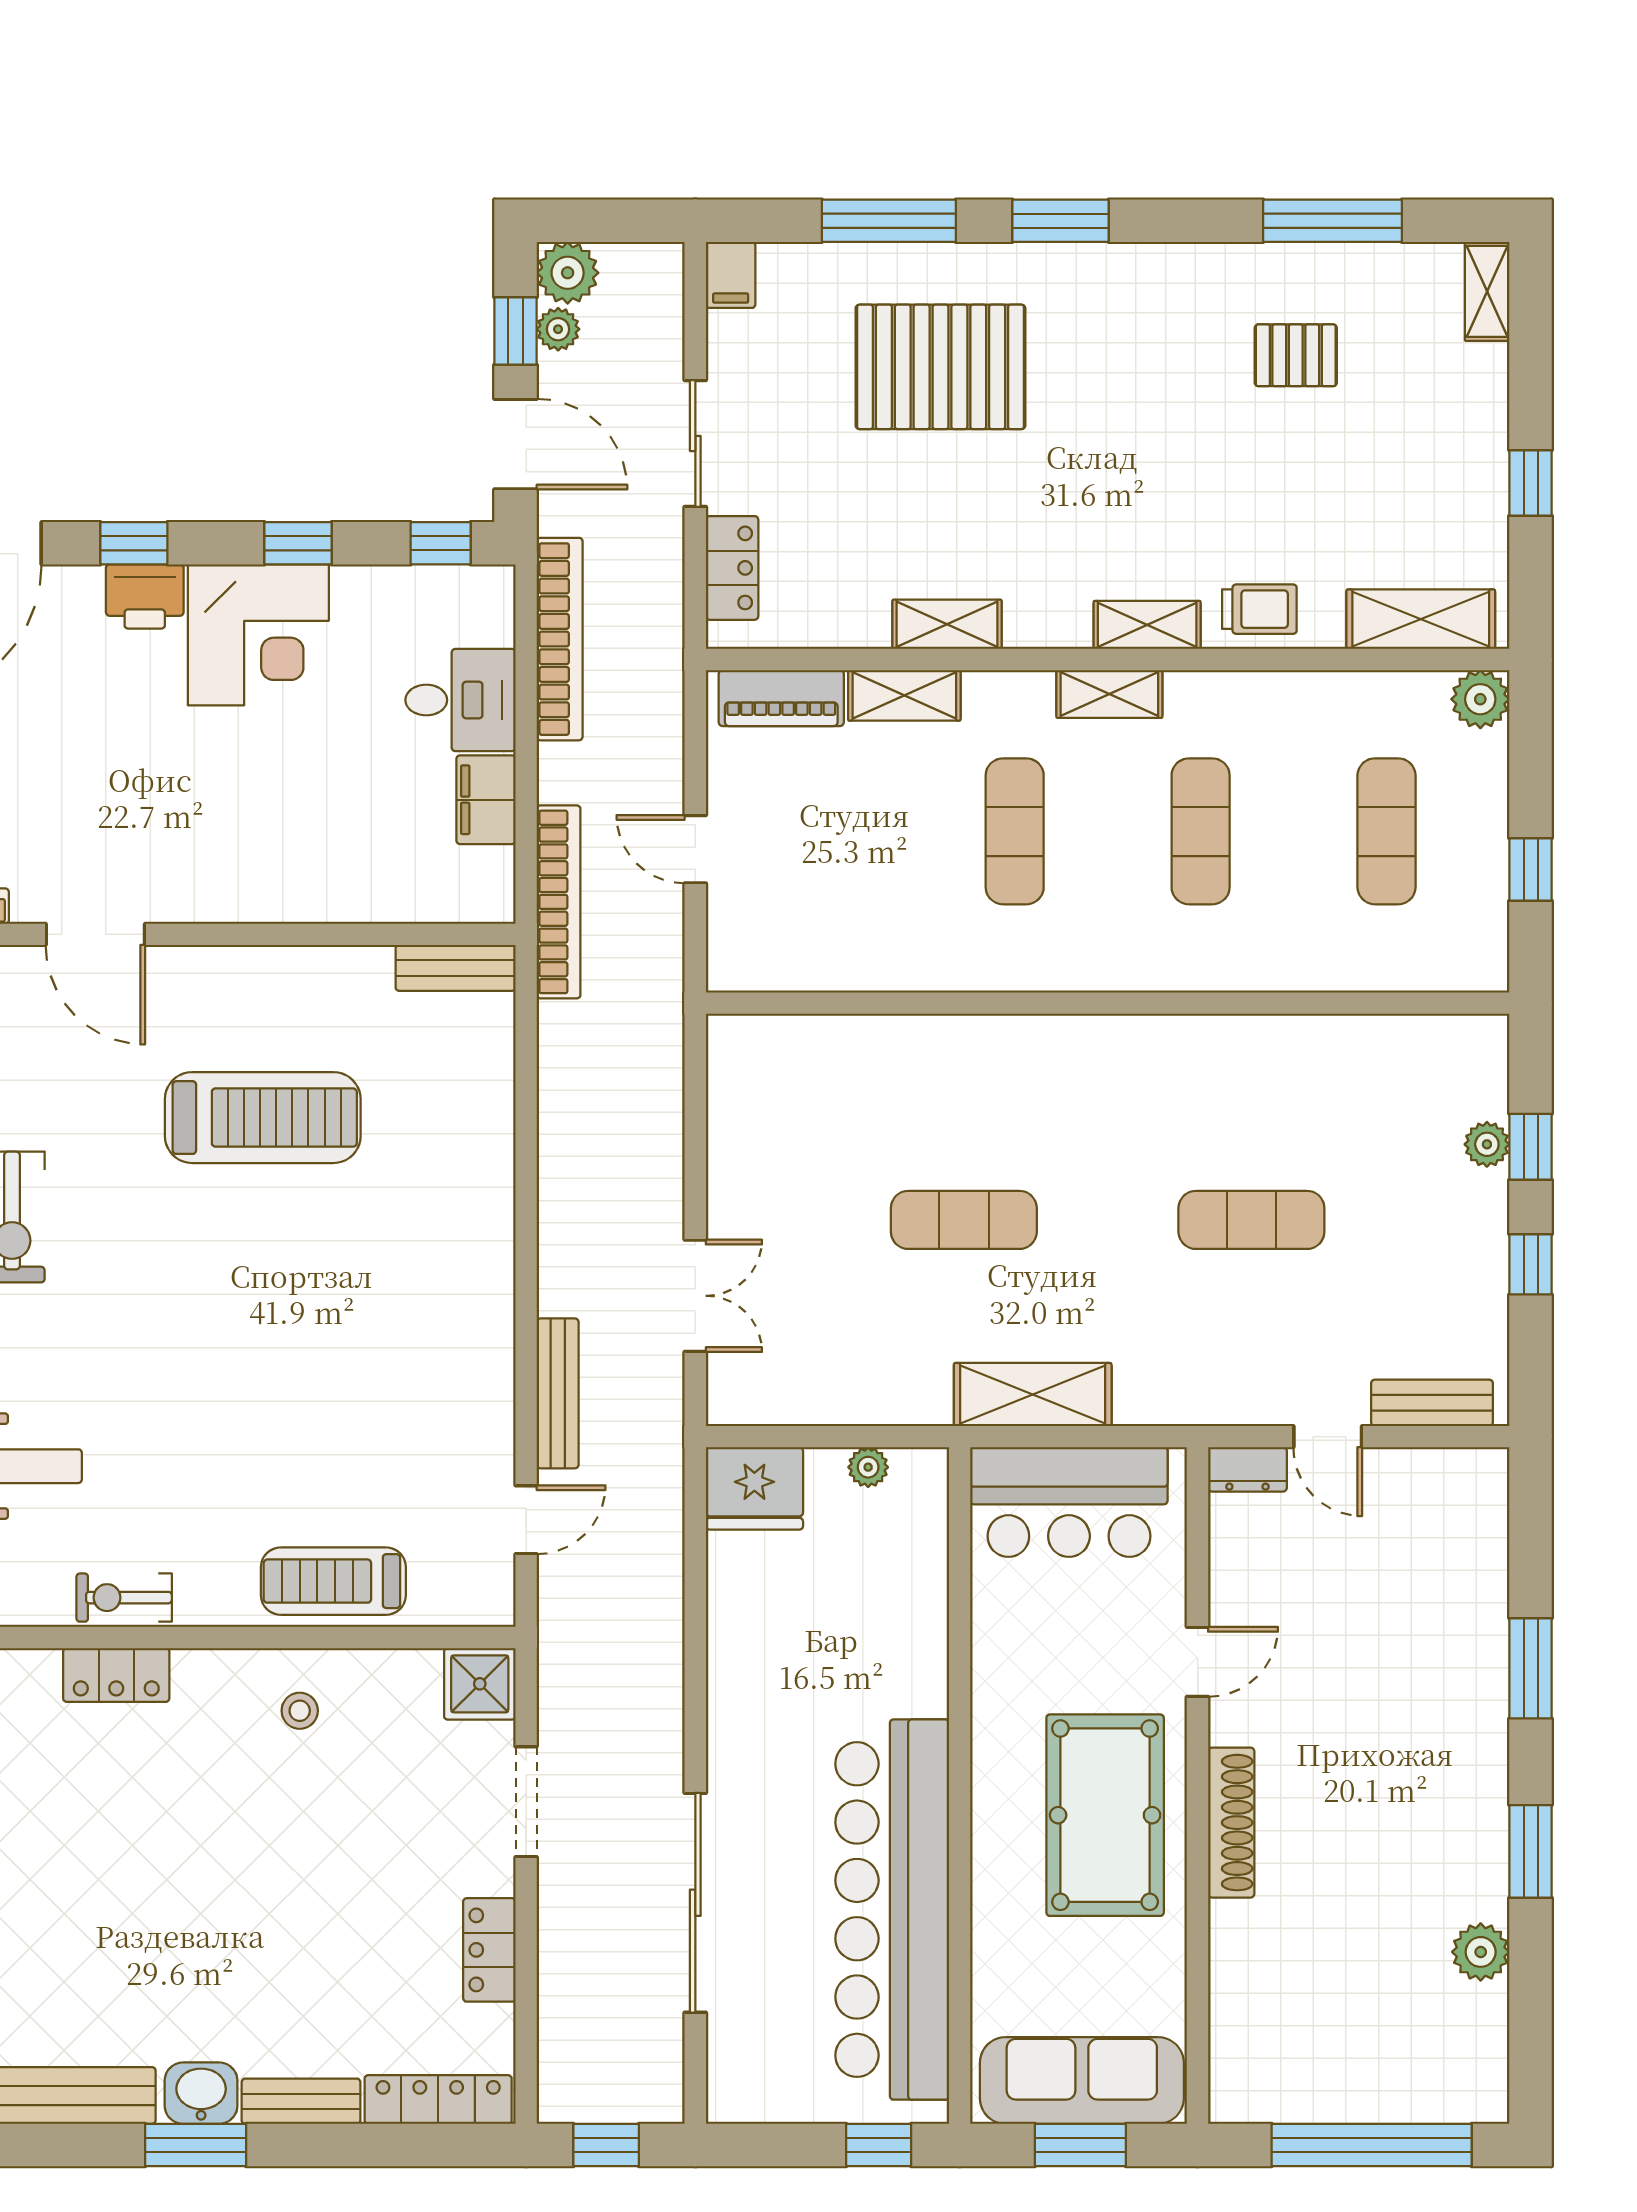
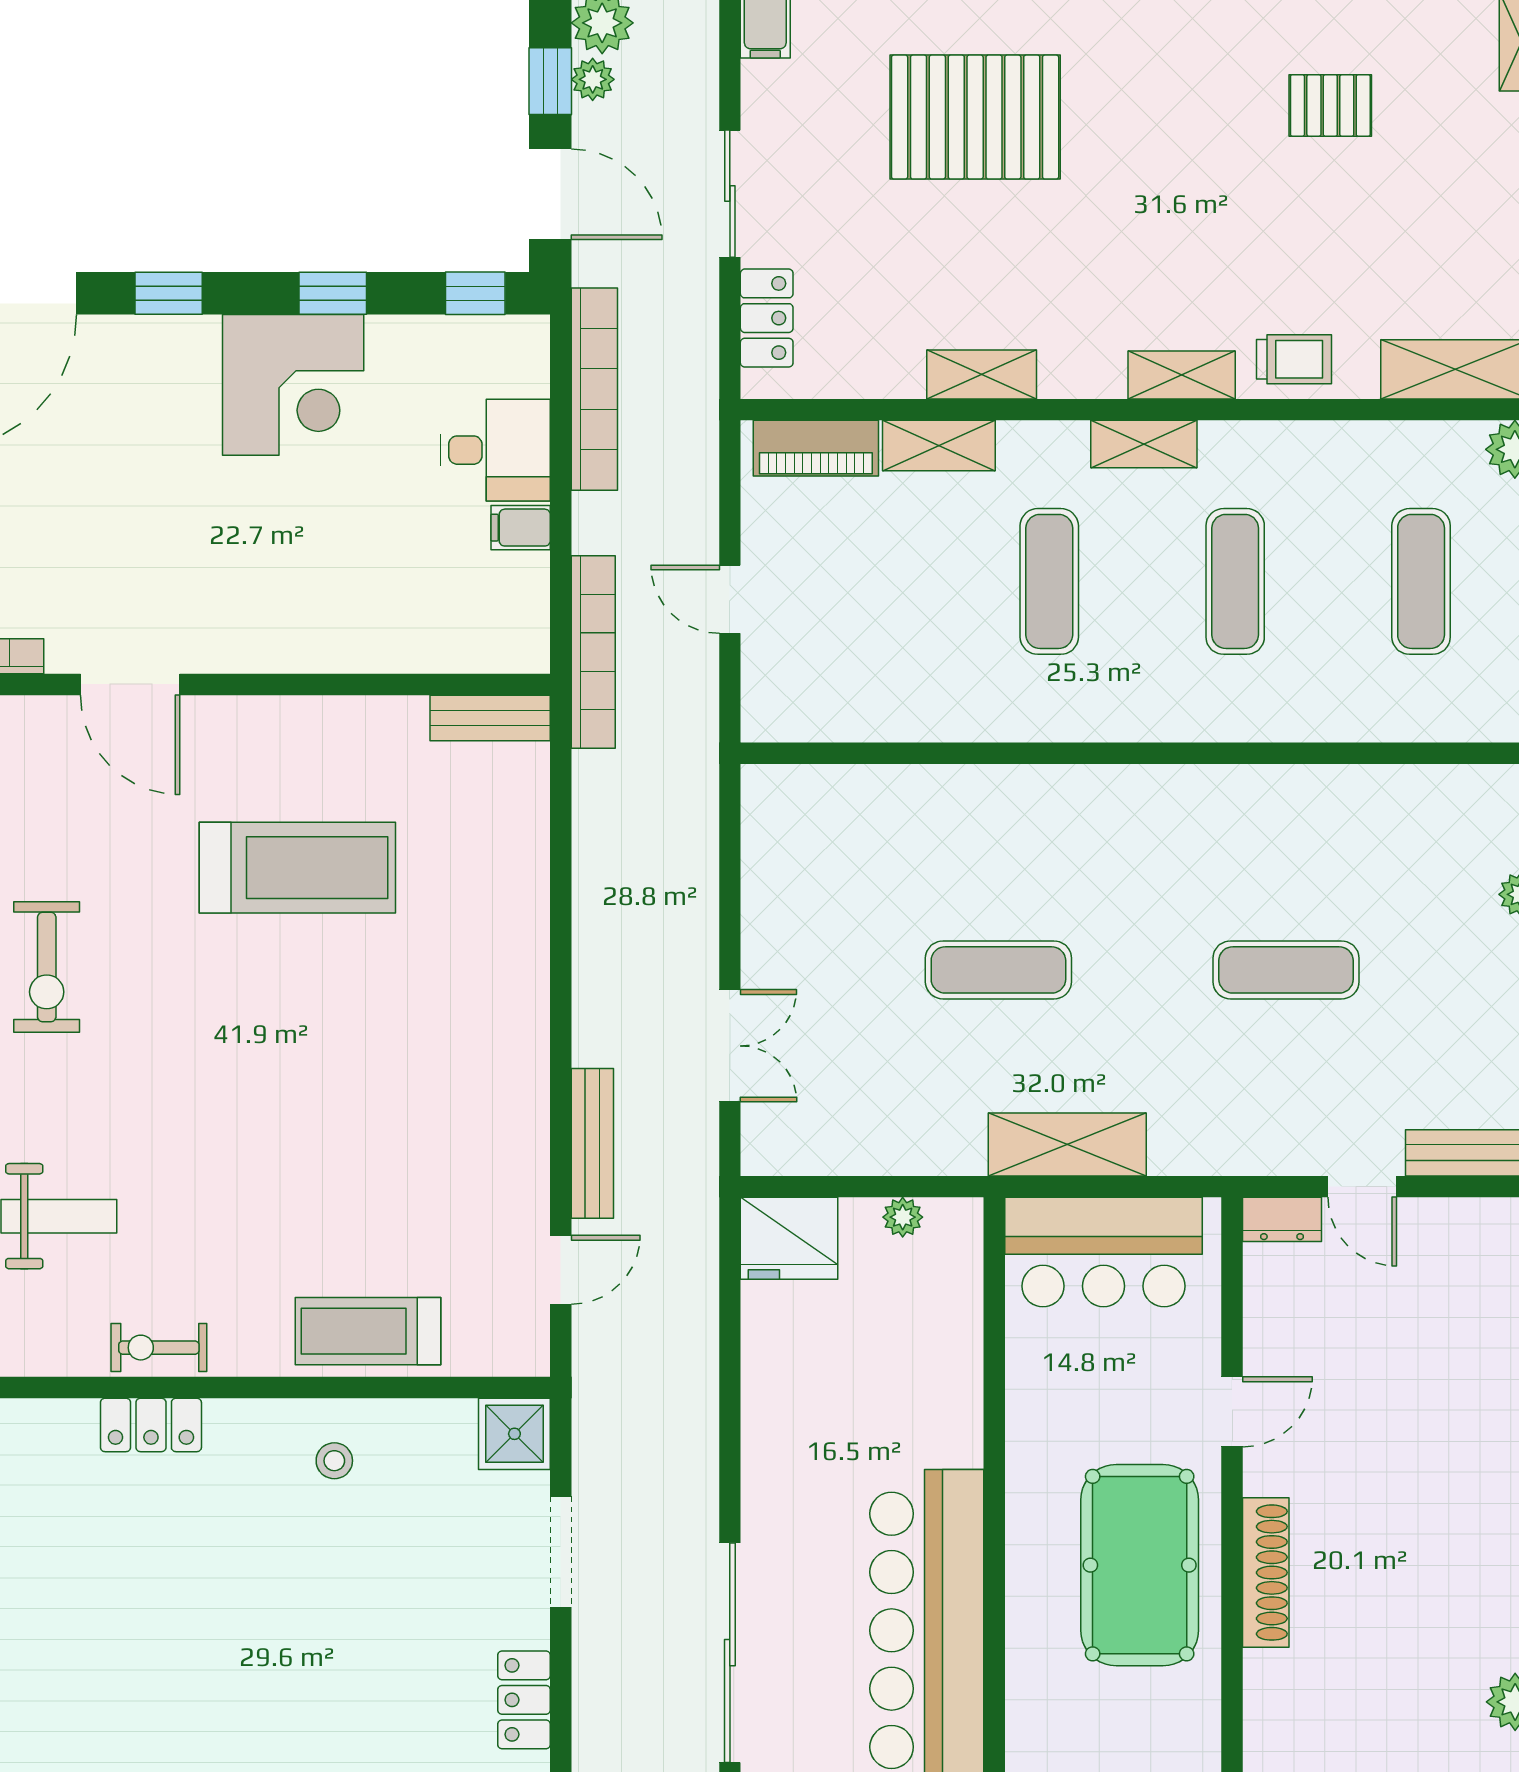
printer: (145, 596) -> (179, 347), removed
filing cabinet: (486, 800) -> (521, 528), width x0.50

